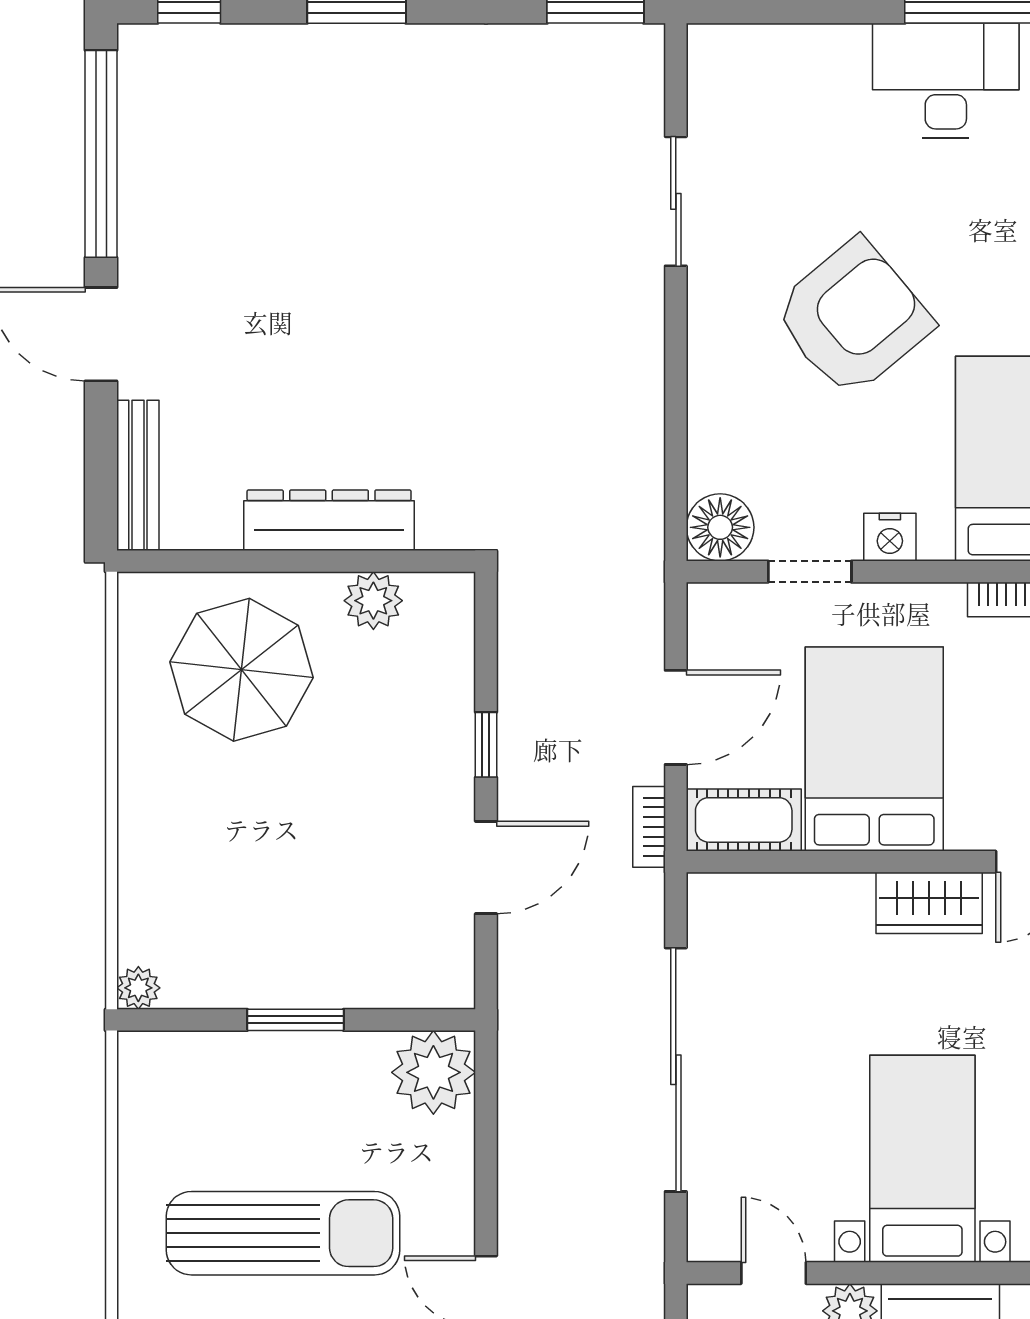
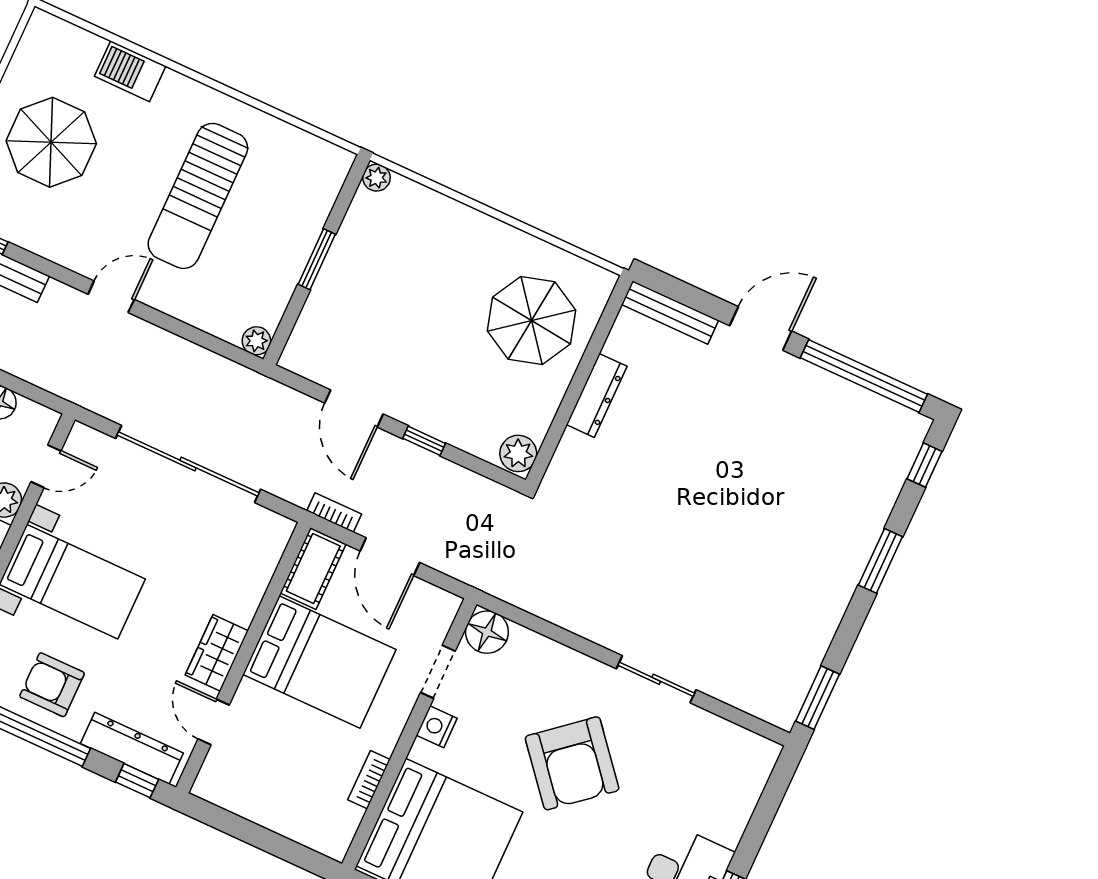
sliding door: (676, 201) -> (656, 679), moved
dresser: (329, 520) -> (597, 395), width x0.73, depth x0.80
plant: (373, 601) -> (518, 453), moved
plant: (433, 1072) -> (256, 341), width x0.53, depth x0.53

